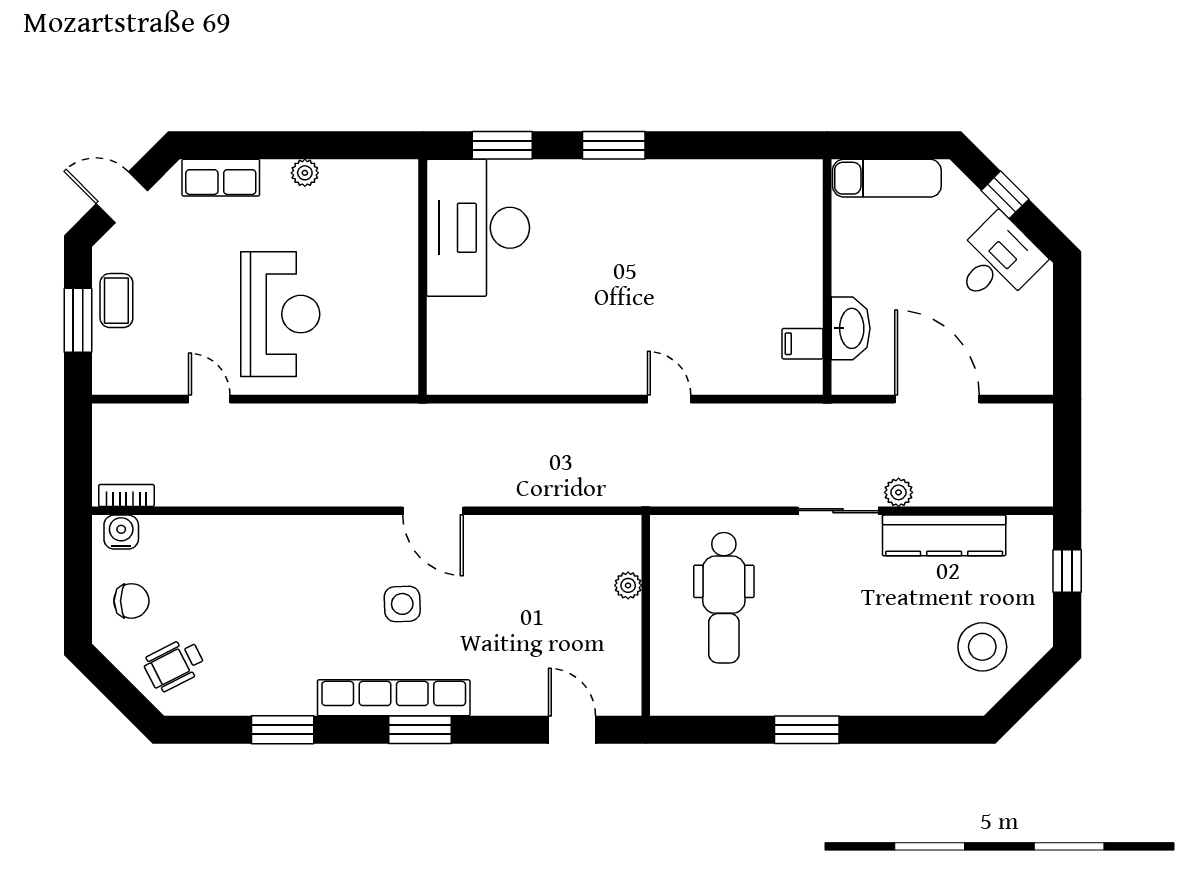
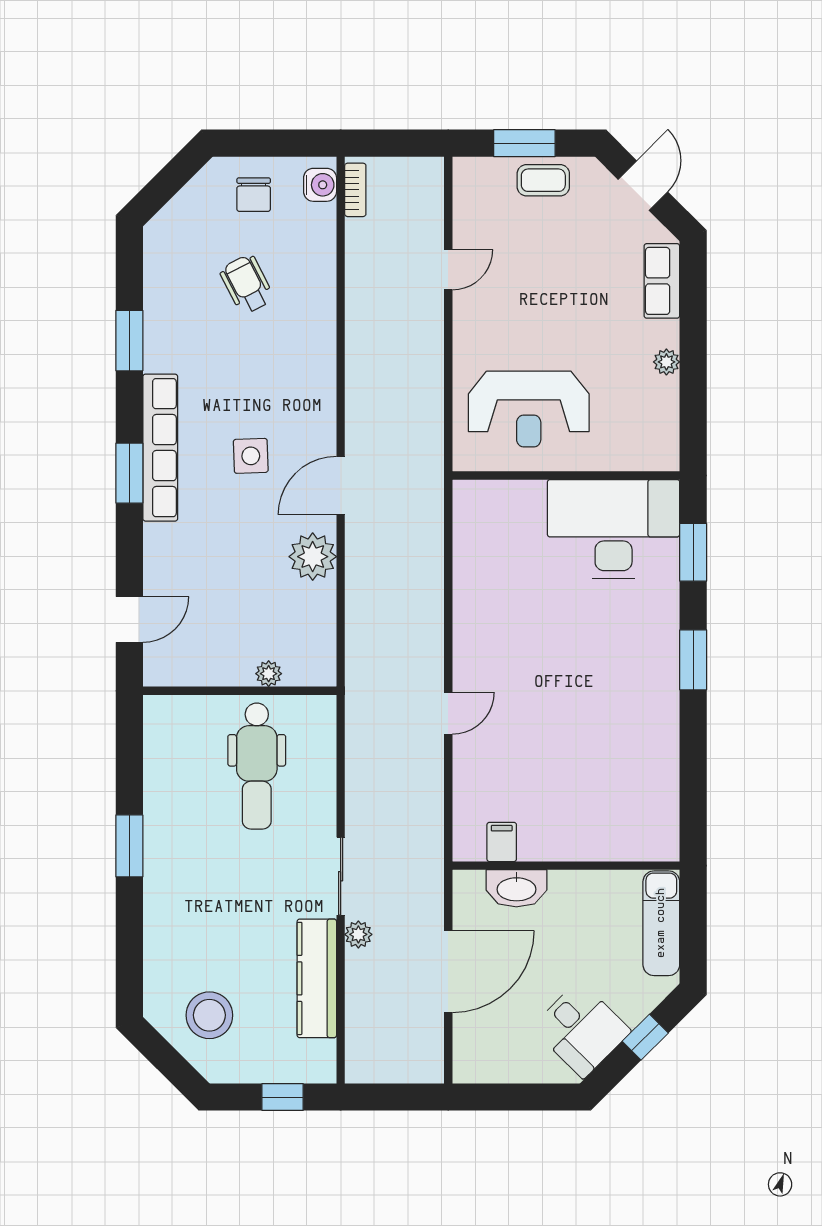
reception desk: (280, 314) -> (529, 409), moved
plant: (507, 540) -> (313, 557), added
dental chair: (724, 598) -> (257, 766), turned -90
wheelchair: (174, 665) -> (247, 284), moved

